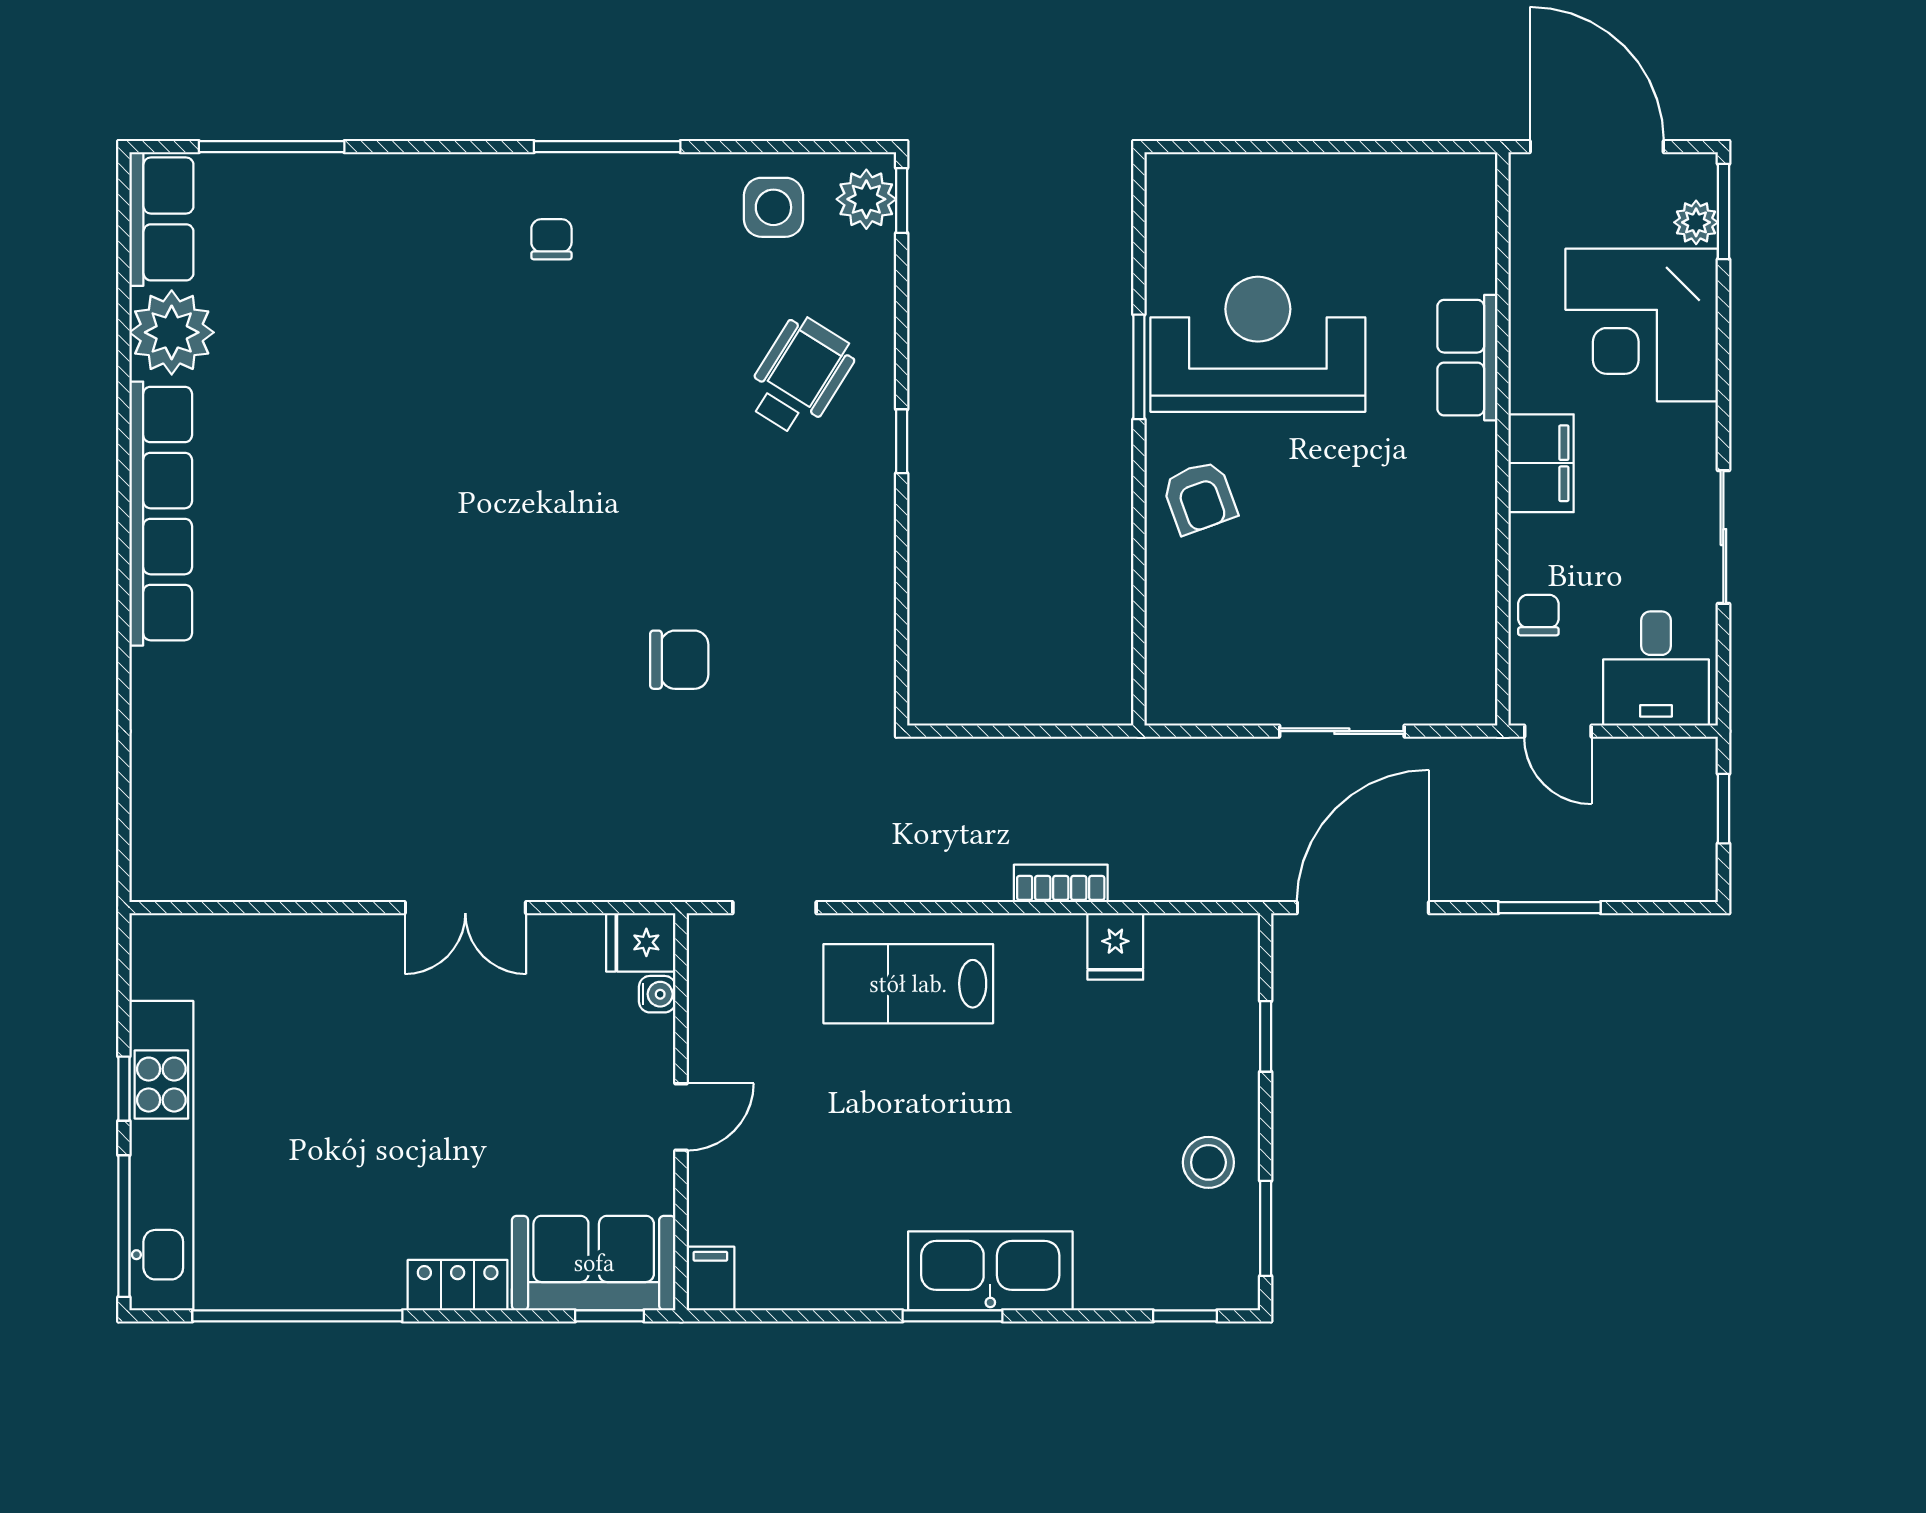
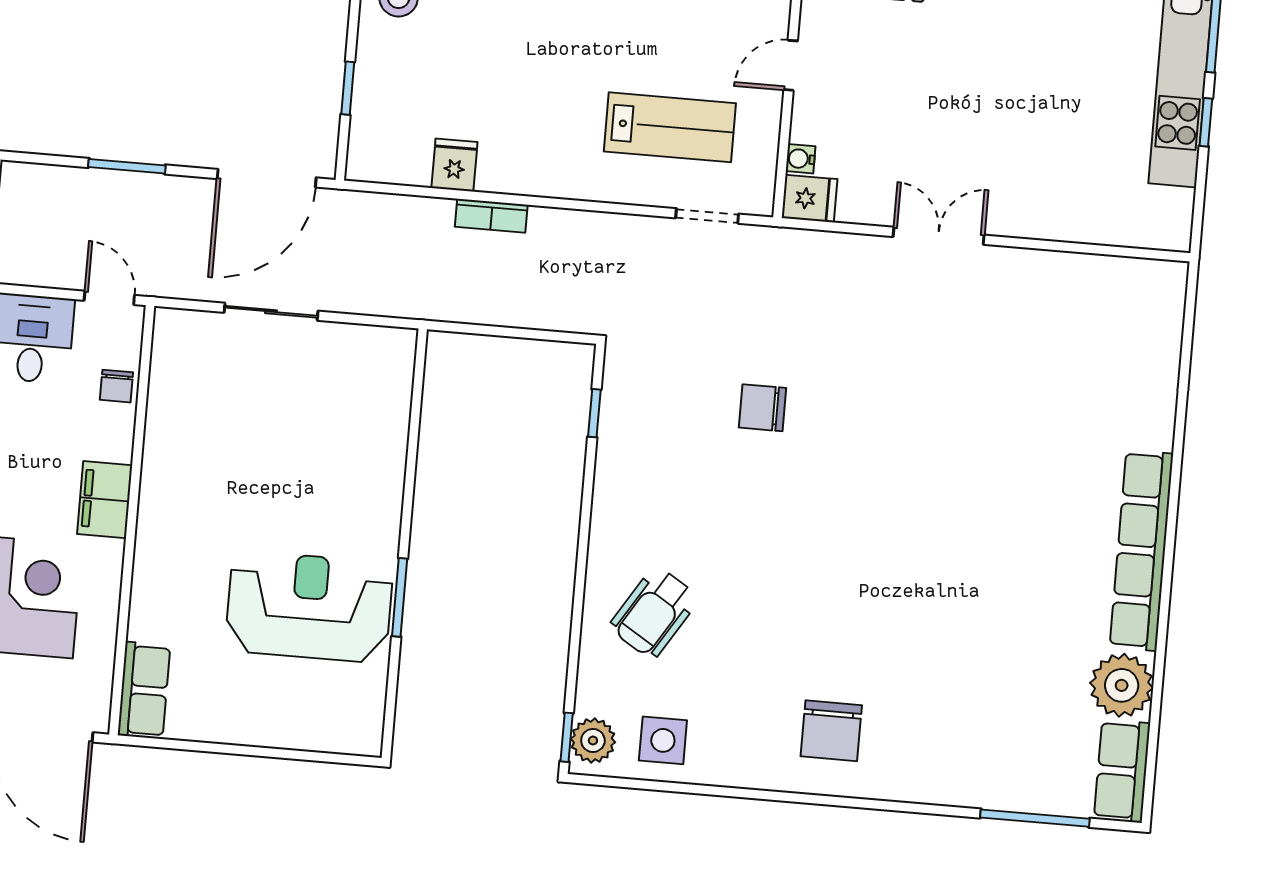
window: (607, 147) -> (784, 797), removed
chair: (551, 239) -> (831, 731), width x1.87, depth x1.87
reception desk: (1258, 344) -> (309, 607), turned 180
row of seats: (1467, 358) -> (144, 690), moved
window: (902, 441) -> (594, 413), moved
armchair: (1200, 497) -> (363, 496), removed
lab bench: (908, 984) -> (670, 127), moved

